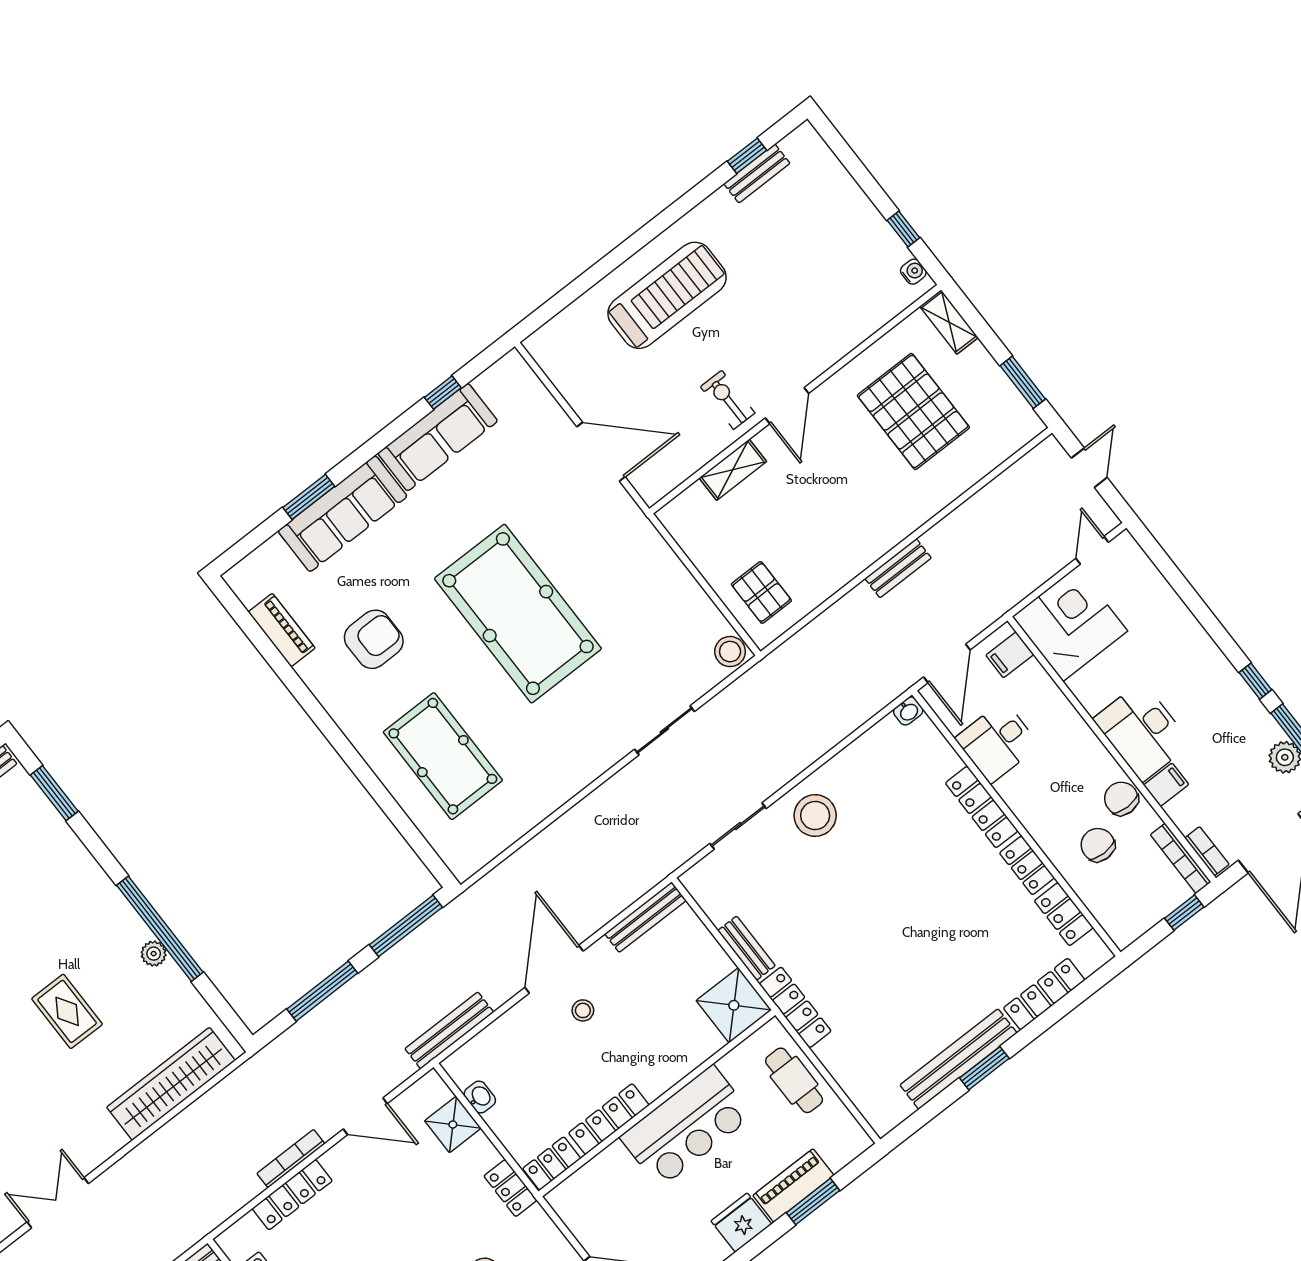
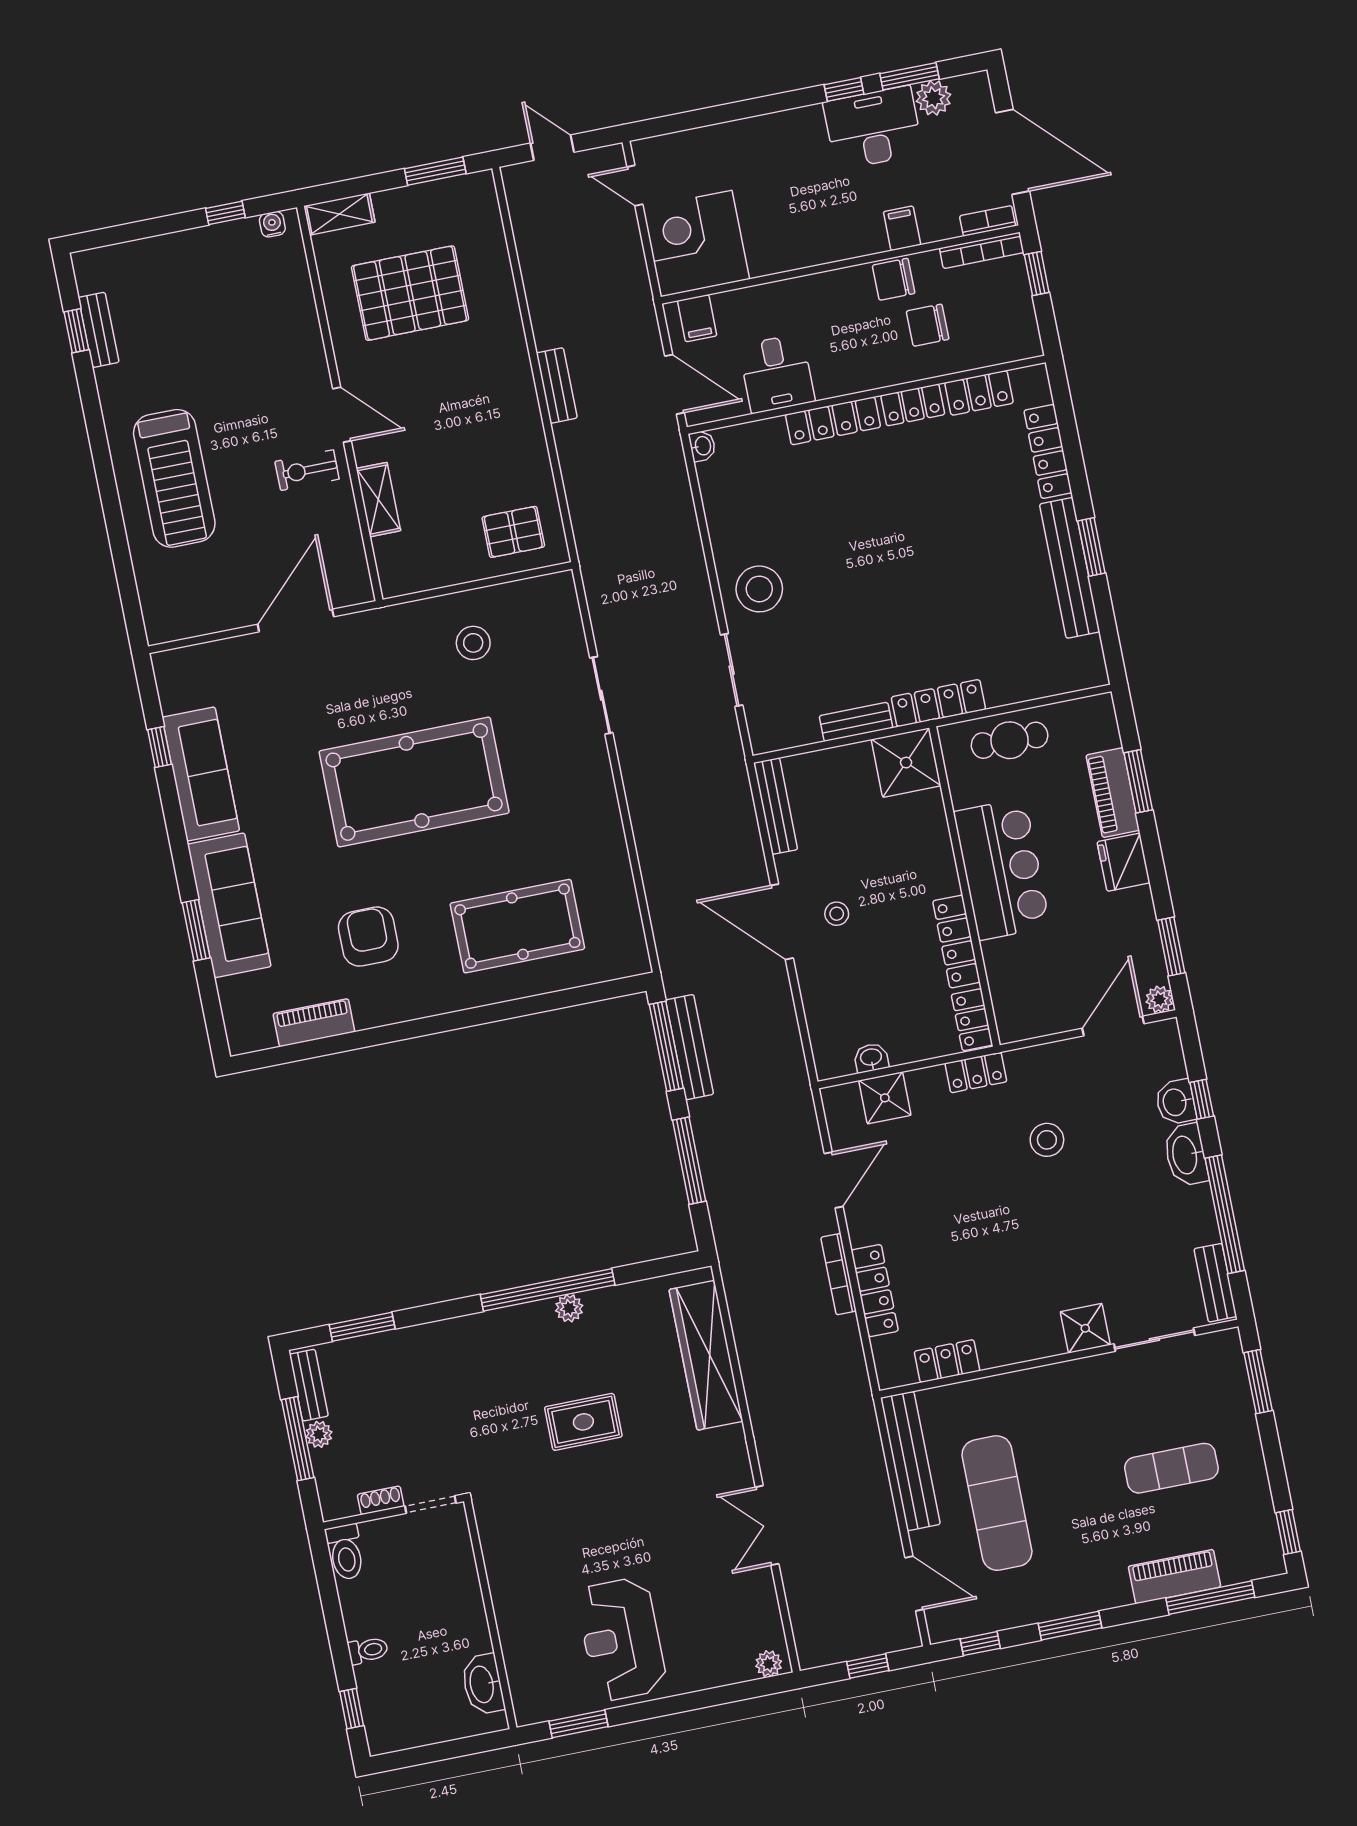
treadmill: (667, 295) -> (174, 478), turned 180
stool: (730, 652) -> (473, 643), moved
desk: (1142, 731) -> (873, 128), moved, turned 180
bench: (449, 1030) -> (689, 1047), moved

